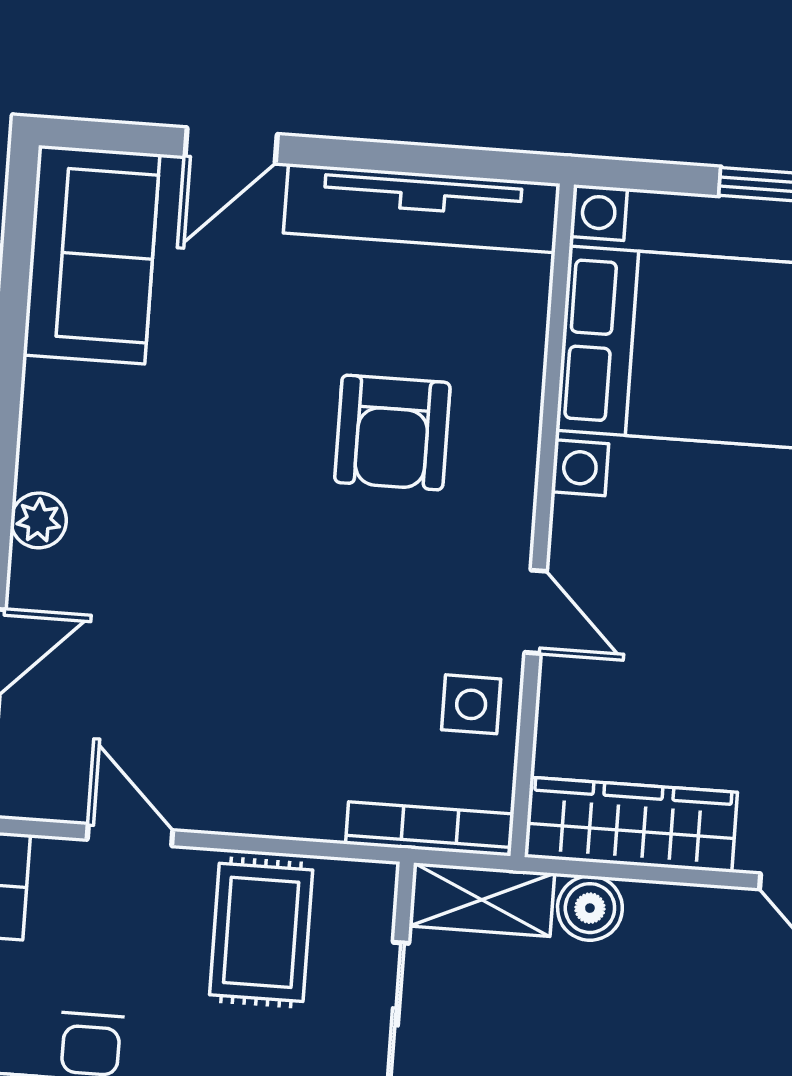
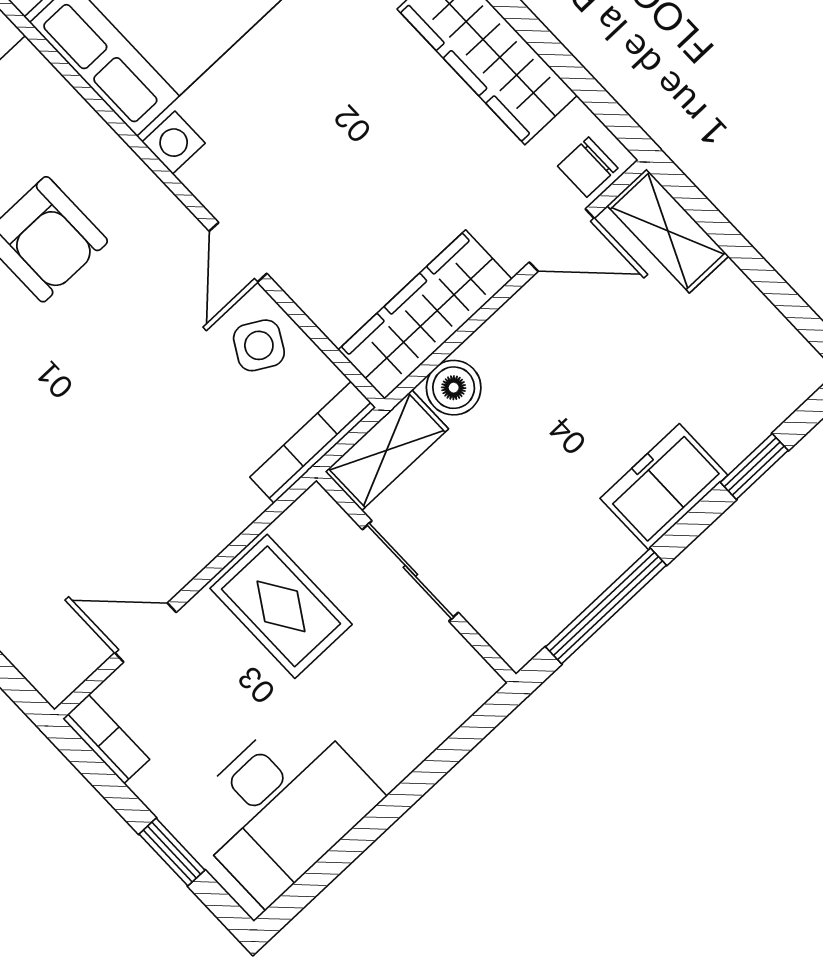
door: (536, 612) -> (238, 252), swing flipped
side table: (471, 704) -> (259, 345), turned 30

